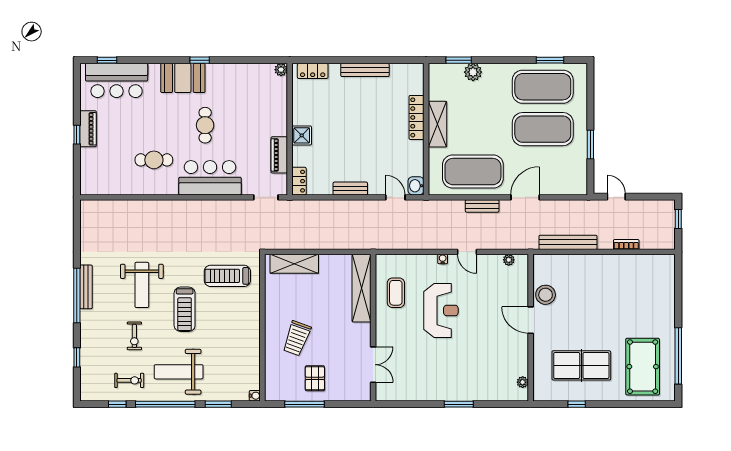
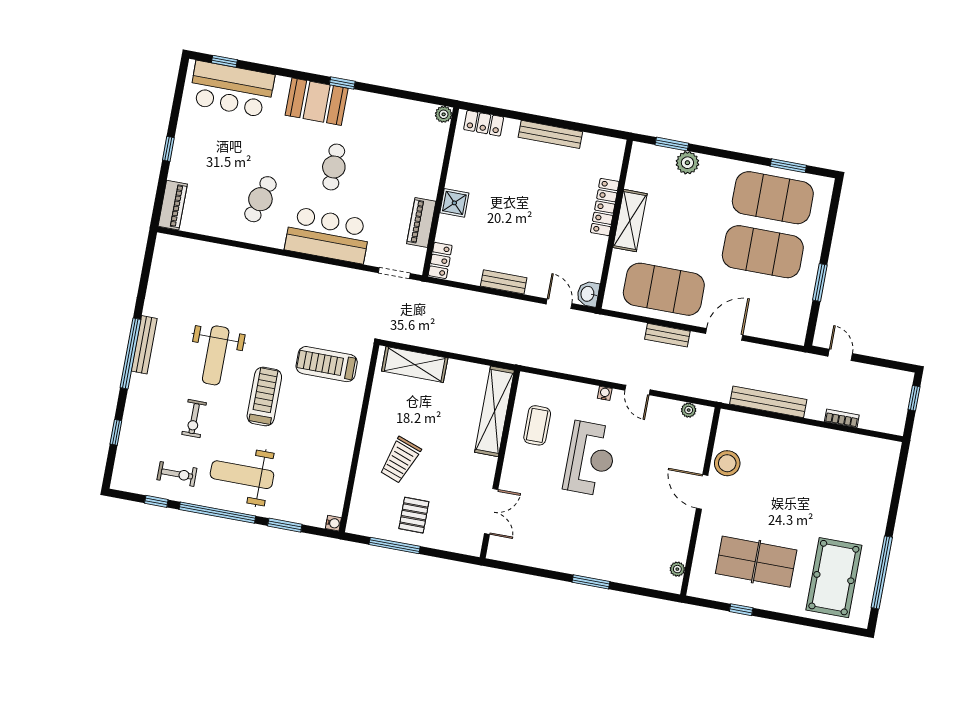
piano: (88, 129) -> (173, 205), moved
cafe table: (154, 160) -> (260, 199), turned -74
treadmill: (185, 309) -> (264, 396), turned 180

